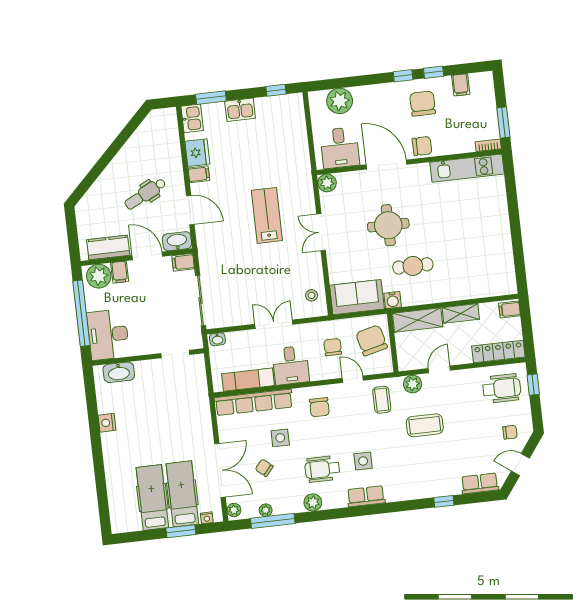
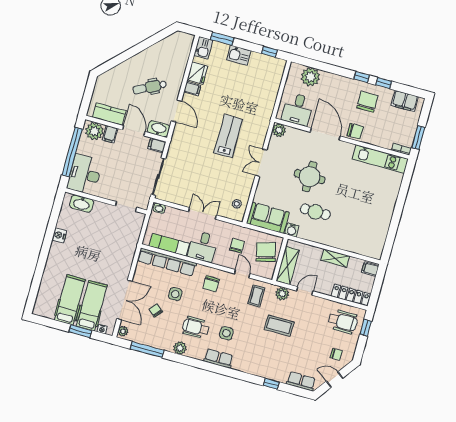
filing cabinet: (461, 85) -> (405, 101), width x2.00
shelving: (418, 320) -> (288, 265), moved, turned 90
plant: (266, 510) -> (145, 340), removed

